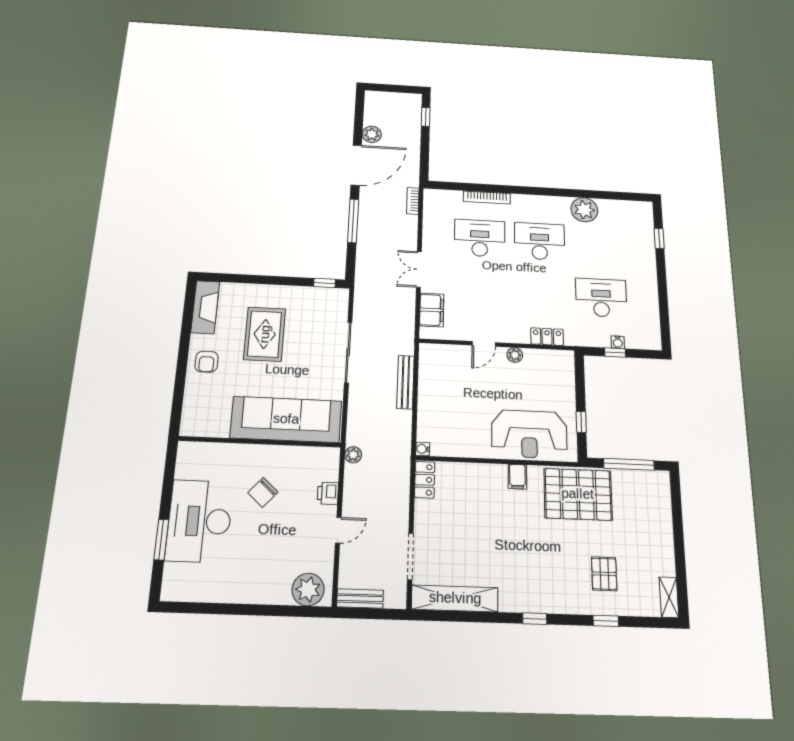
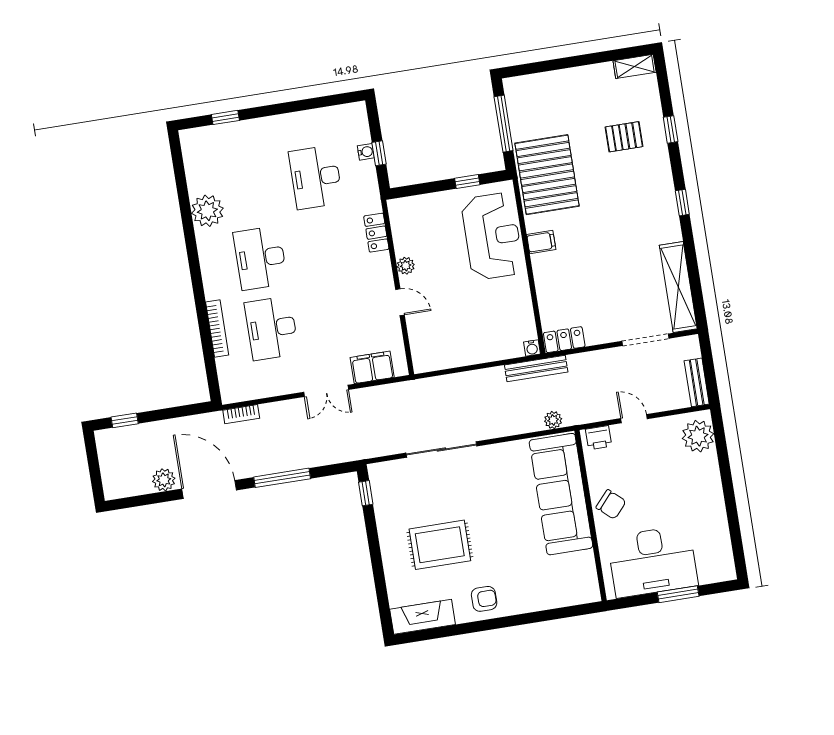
bench: (405, 382) -> (536, 369), moved
sofa: (286, 419) -> (561, 494), moved
wall: (260, 442) -> (591, 516), moved

